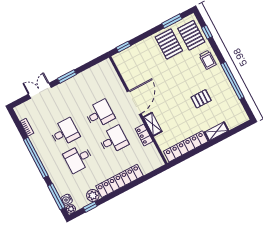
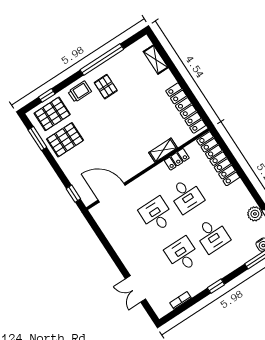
window: (67, 76) -> (115, 258), removed
pallet: (201, 99) -> (106, 87), moved
door: (134, 103) -> (112, 193), moved
shelving: (217, 131) -> (156, 60), moved
desk: (113, 140) -> (186, 195), turned 180
window: (36, 158) -> (216, 286), width x0.32
locker: (119, 181) -> (218, 159), moved

